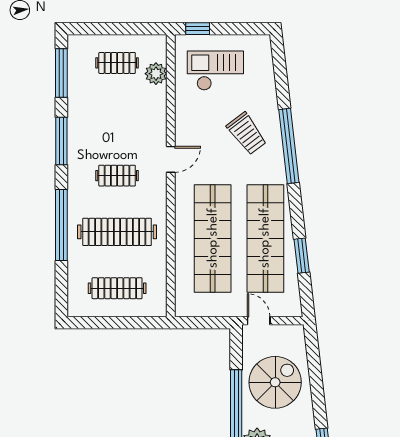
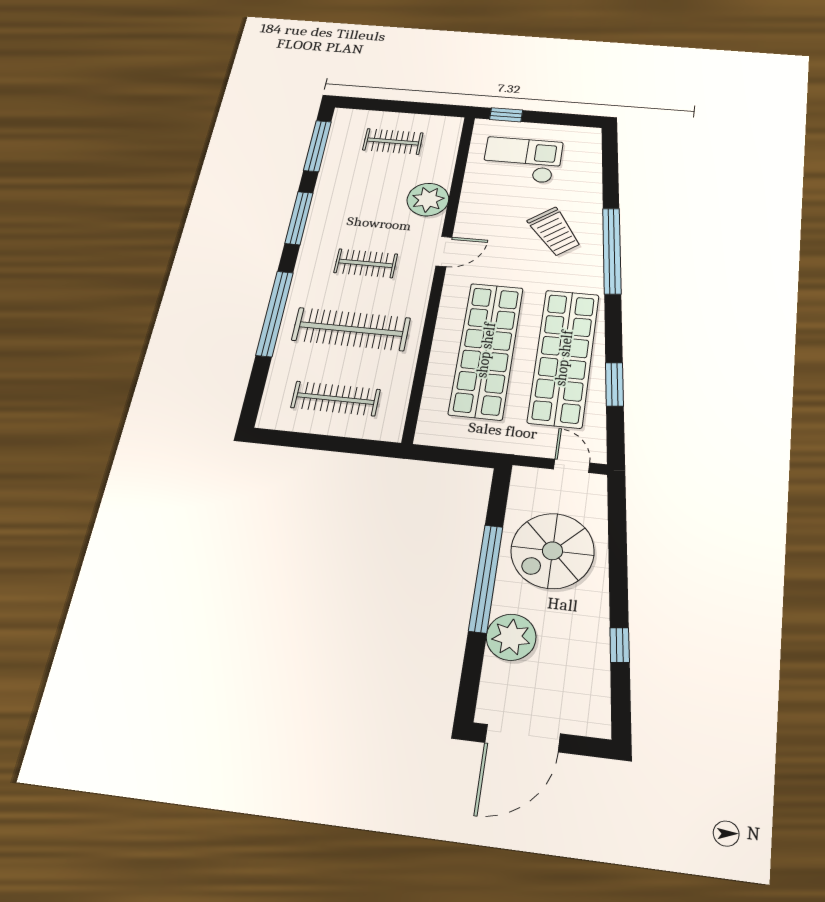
plant: (156, 74) -> (428, 200), moved, width x1.36, depth x1.36
door: (259, 321) -> (572, 466), moved
spiral stairs: (275, 382) -> (552, 551), turned 180

